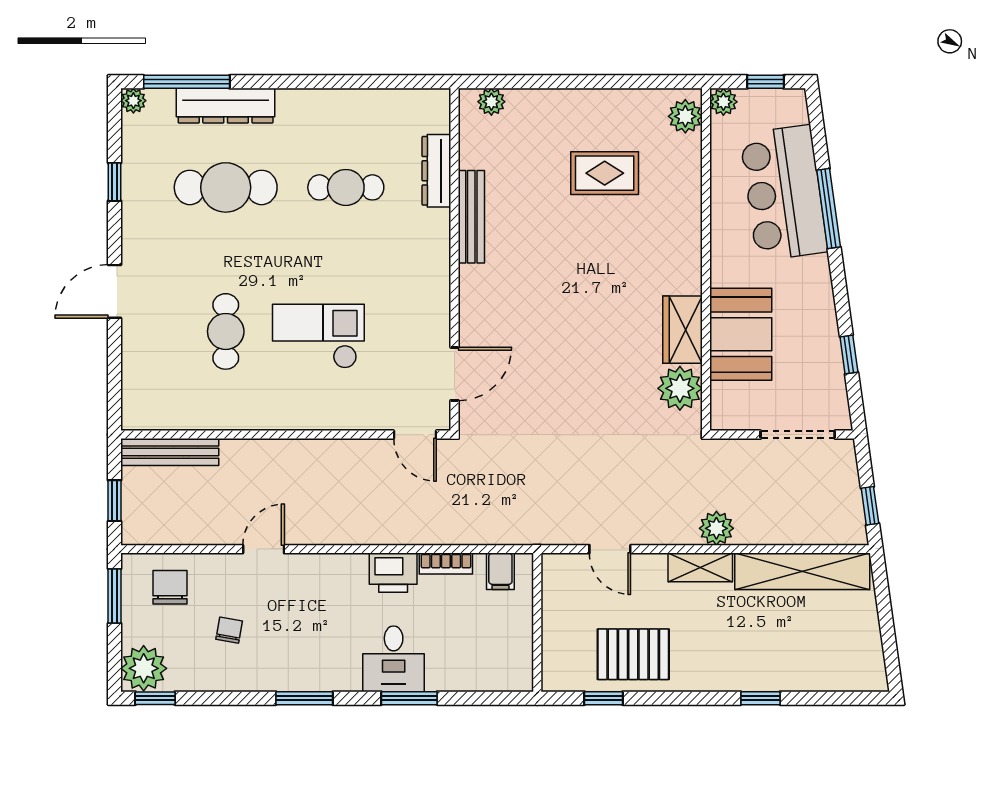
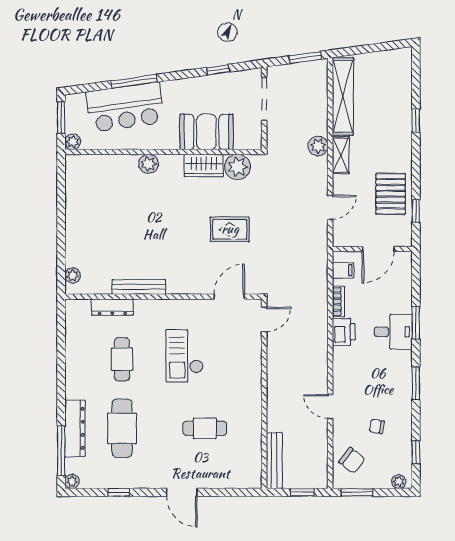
window: (765, 82) -> (61, 118), width x1.50
plant: (685, 116) -> (148, 164), moved
rug: (605, 173) -> (230, 229), moved, turned 90
checkout: (318, 336) -> (185, 356), moved
door: (455, 374) -> (229, 297), hinge flipped
window: (870, 506) -> (305, 58), width x1.50
chair: (170, 587) -> (352, 460), turned -142
door: (537, 633) -> (378, 249), added
plant: (144, 668) -> (399, 482), width x0.53, depth x0.53
window: (155, 698) -> (416, 452), moved

